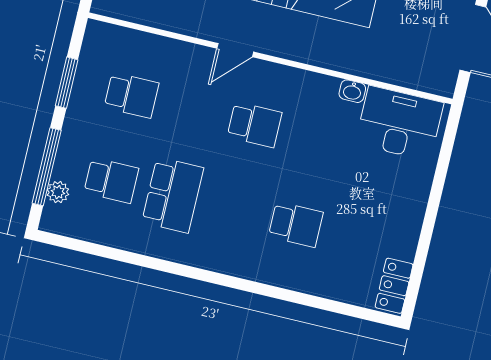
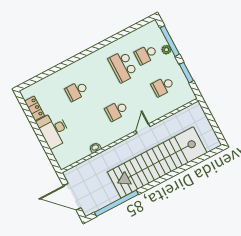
desk: (399, 123) -> (54, 130), moved, turned 90
plant: (58, 192) -> (166, 50), moved
locker: (394, 286) -> (34, 108), moved

